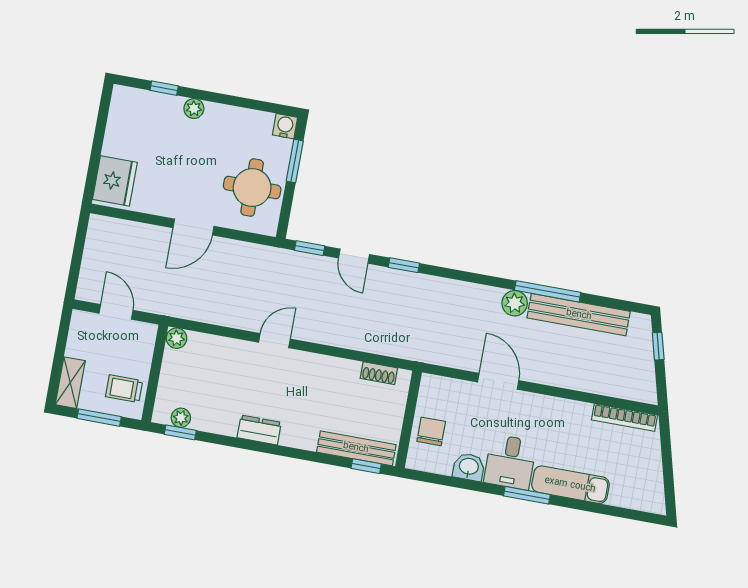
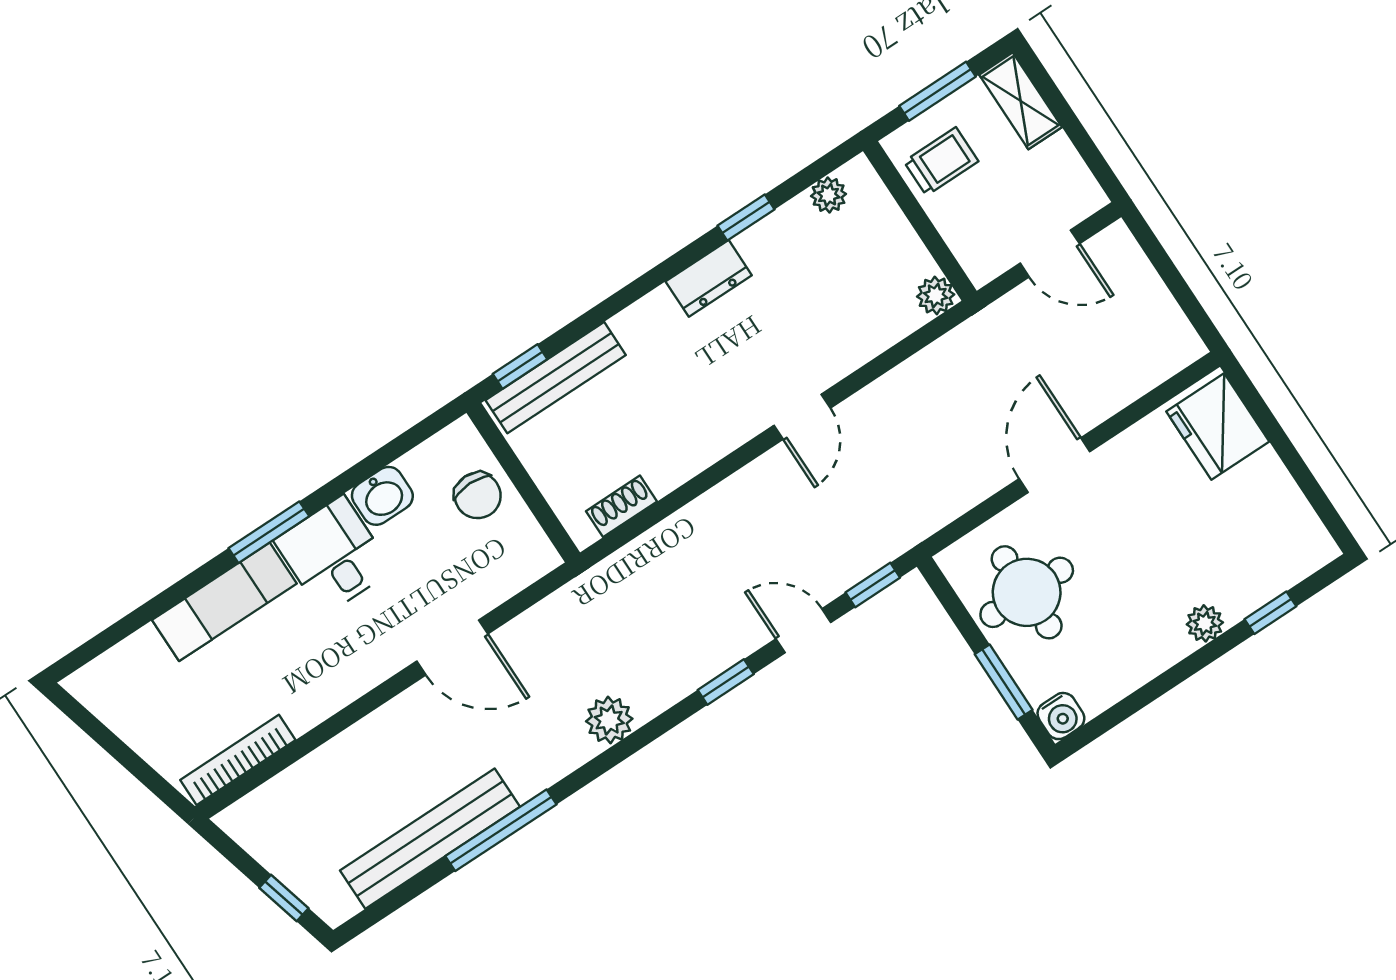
plant: (515, 303) -> (609, 720), moved
window: (180, 432) -> (746, 218), moved

